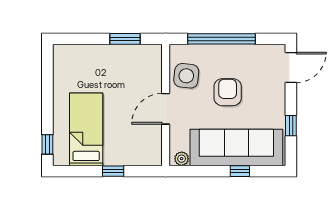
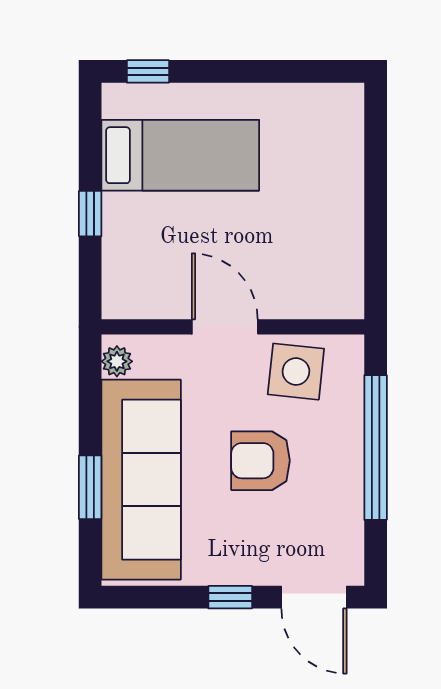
window: (125, 39) -> (376, 239), removed
armchair: (228, 92) -> (260, 461), turned 180
window: (291, 126) -> (230, 597), moved
window: (240, 171) -> (90, 487), width x1.50

